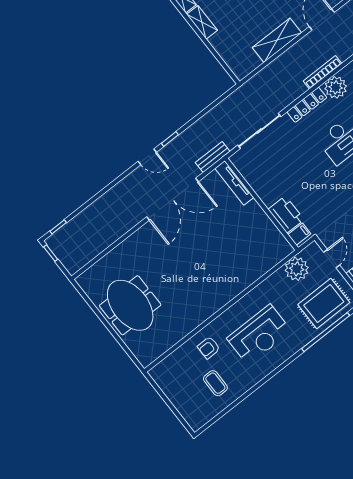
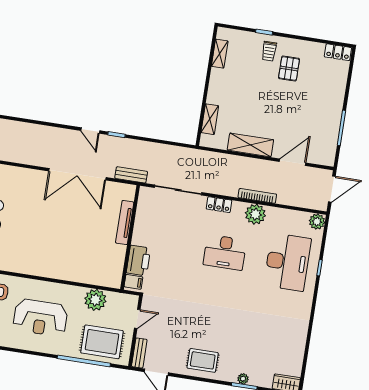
shelving: (202, 22) -> (210, 119), moved
locker: (307, 105) -> (219, 205), width x0.66
tv unit: (234, 183) -> (125, 223), moved
plant: (297, 269) -> (95, 300), moved

